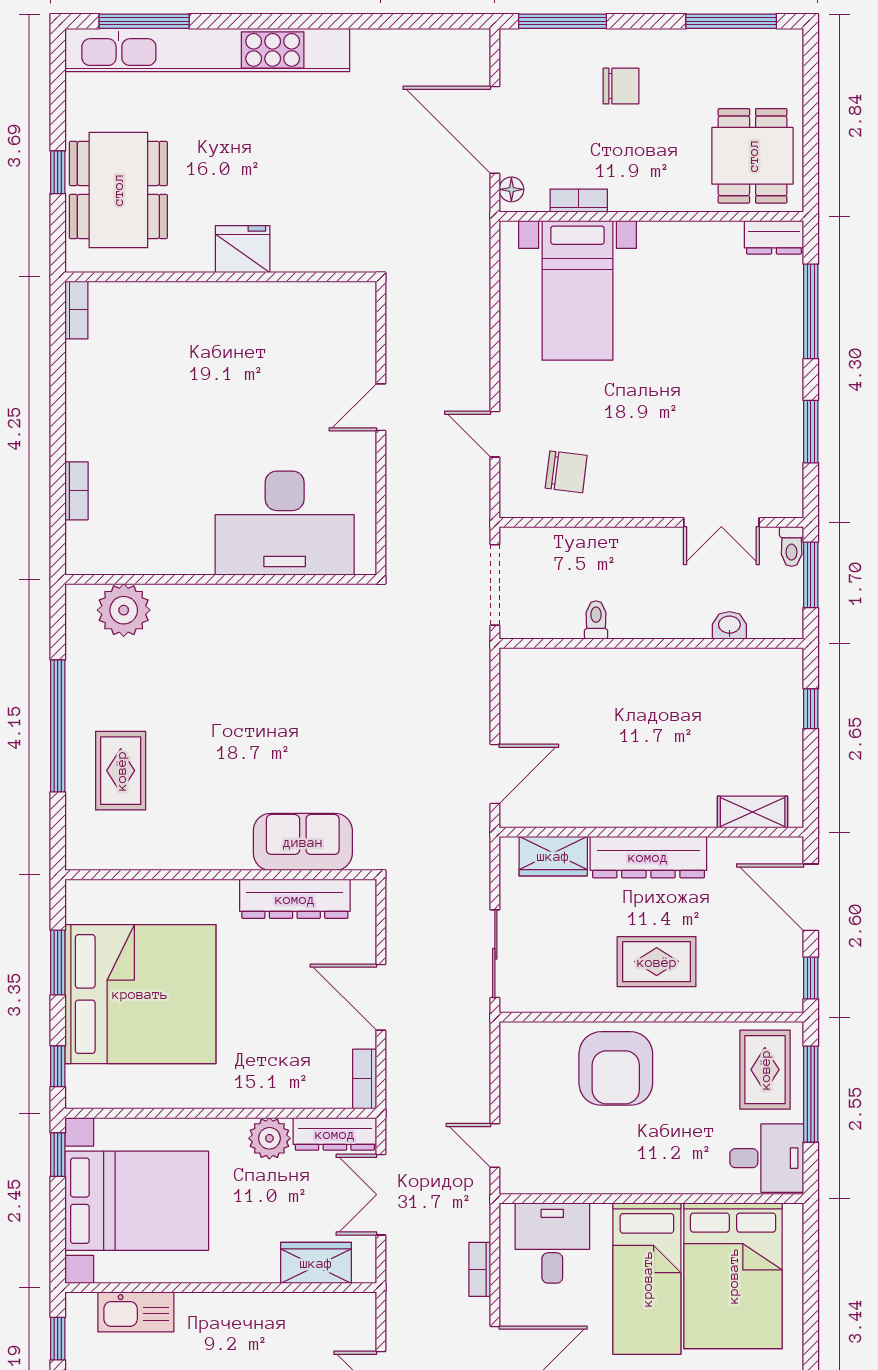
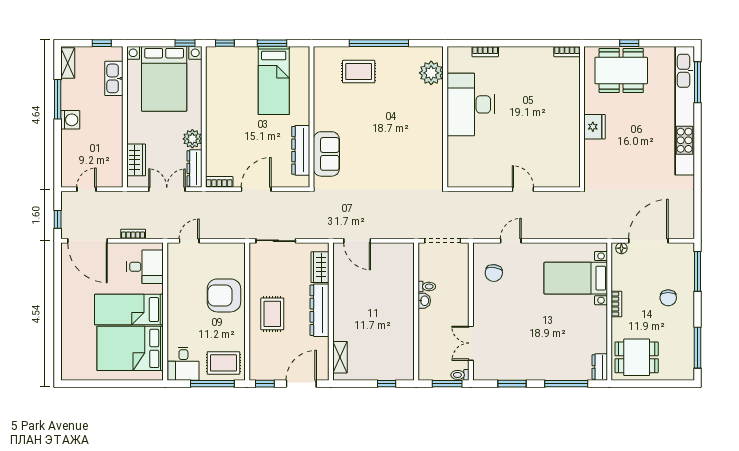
bookcase: (579, 201) -> (616, 304), moved
desk: (285, 523) -> (471, 104), moved
washbasin: (729, 625) -> (424, 301), moved
bed: (140, 994) -> (274, 80), width x0.49

